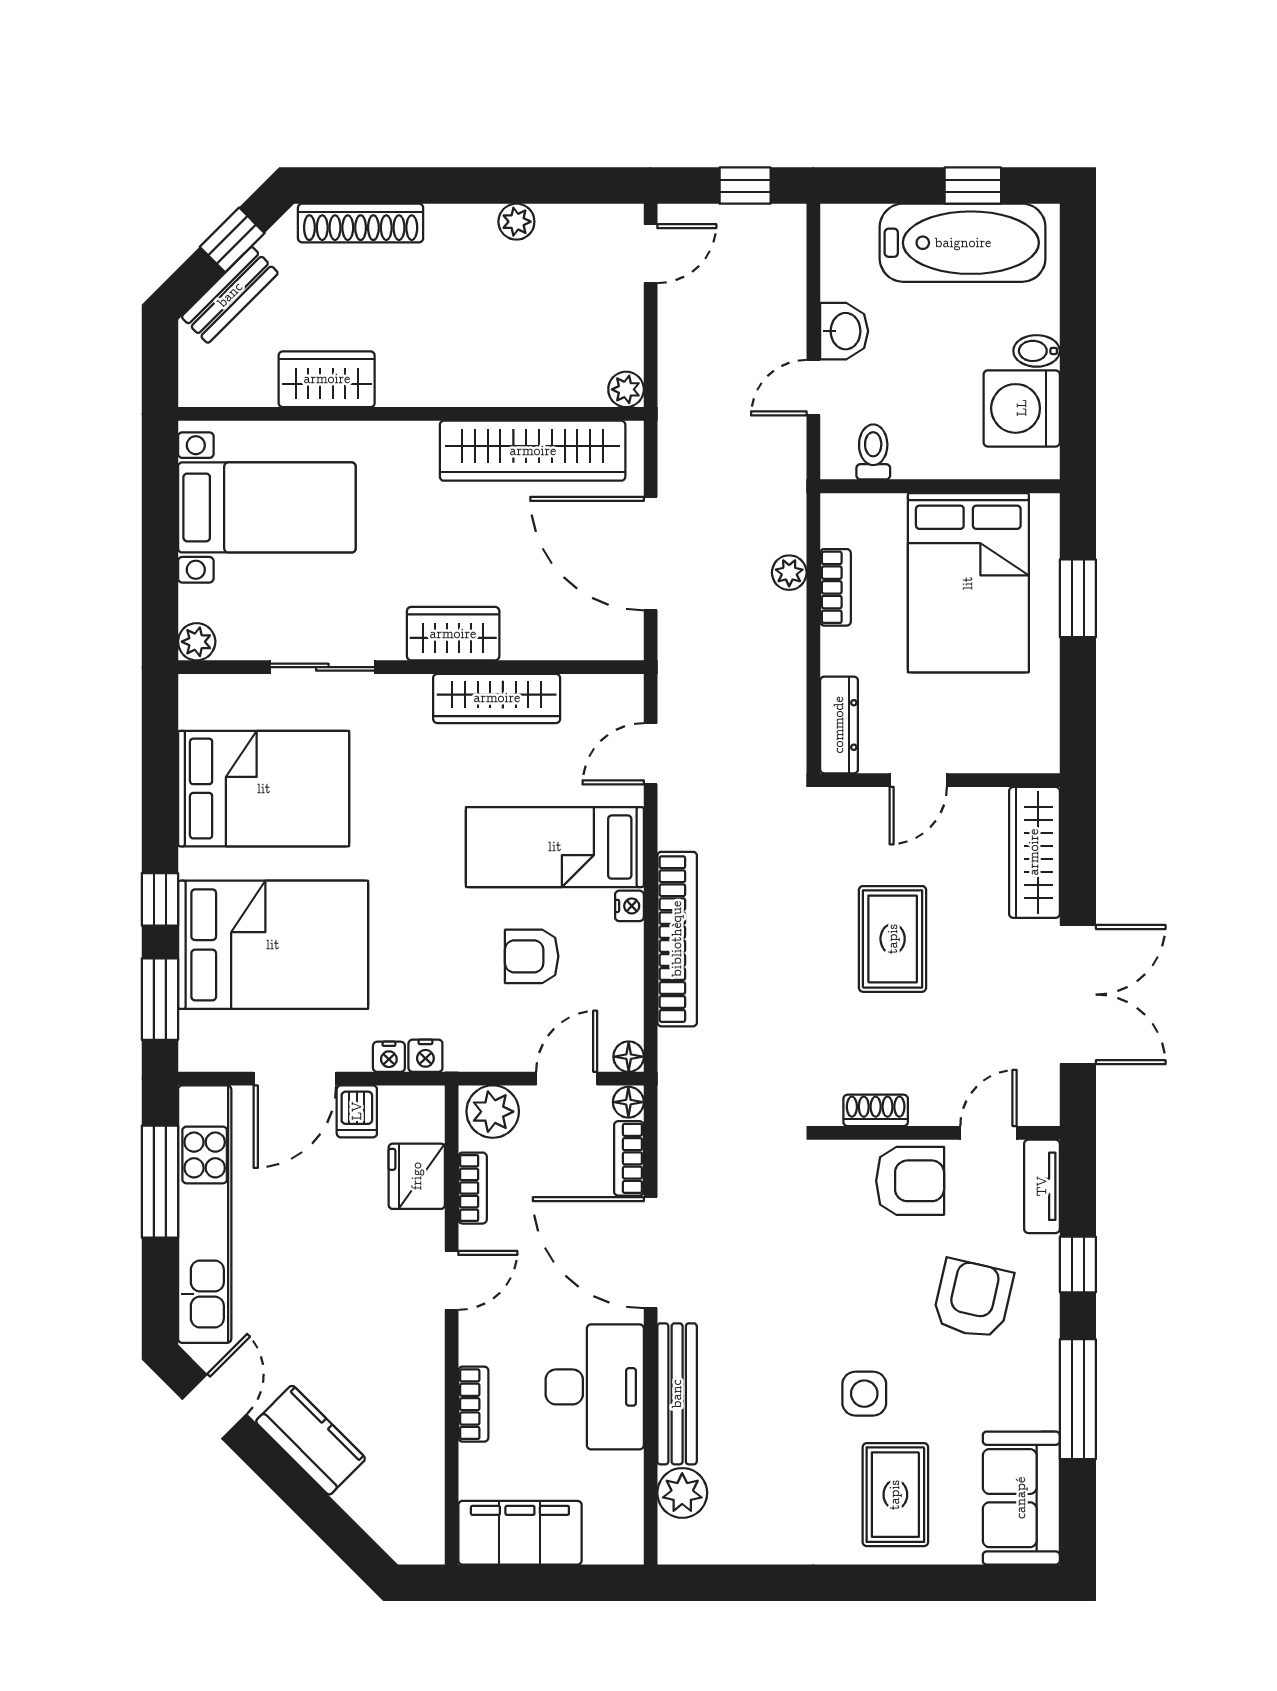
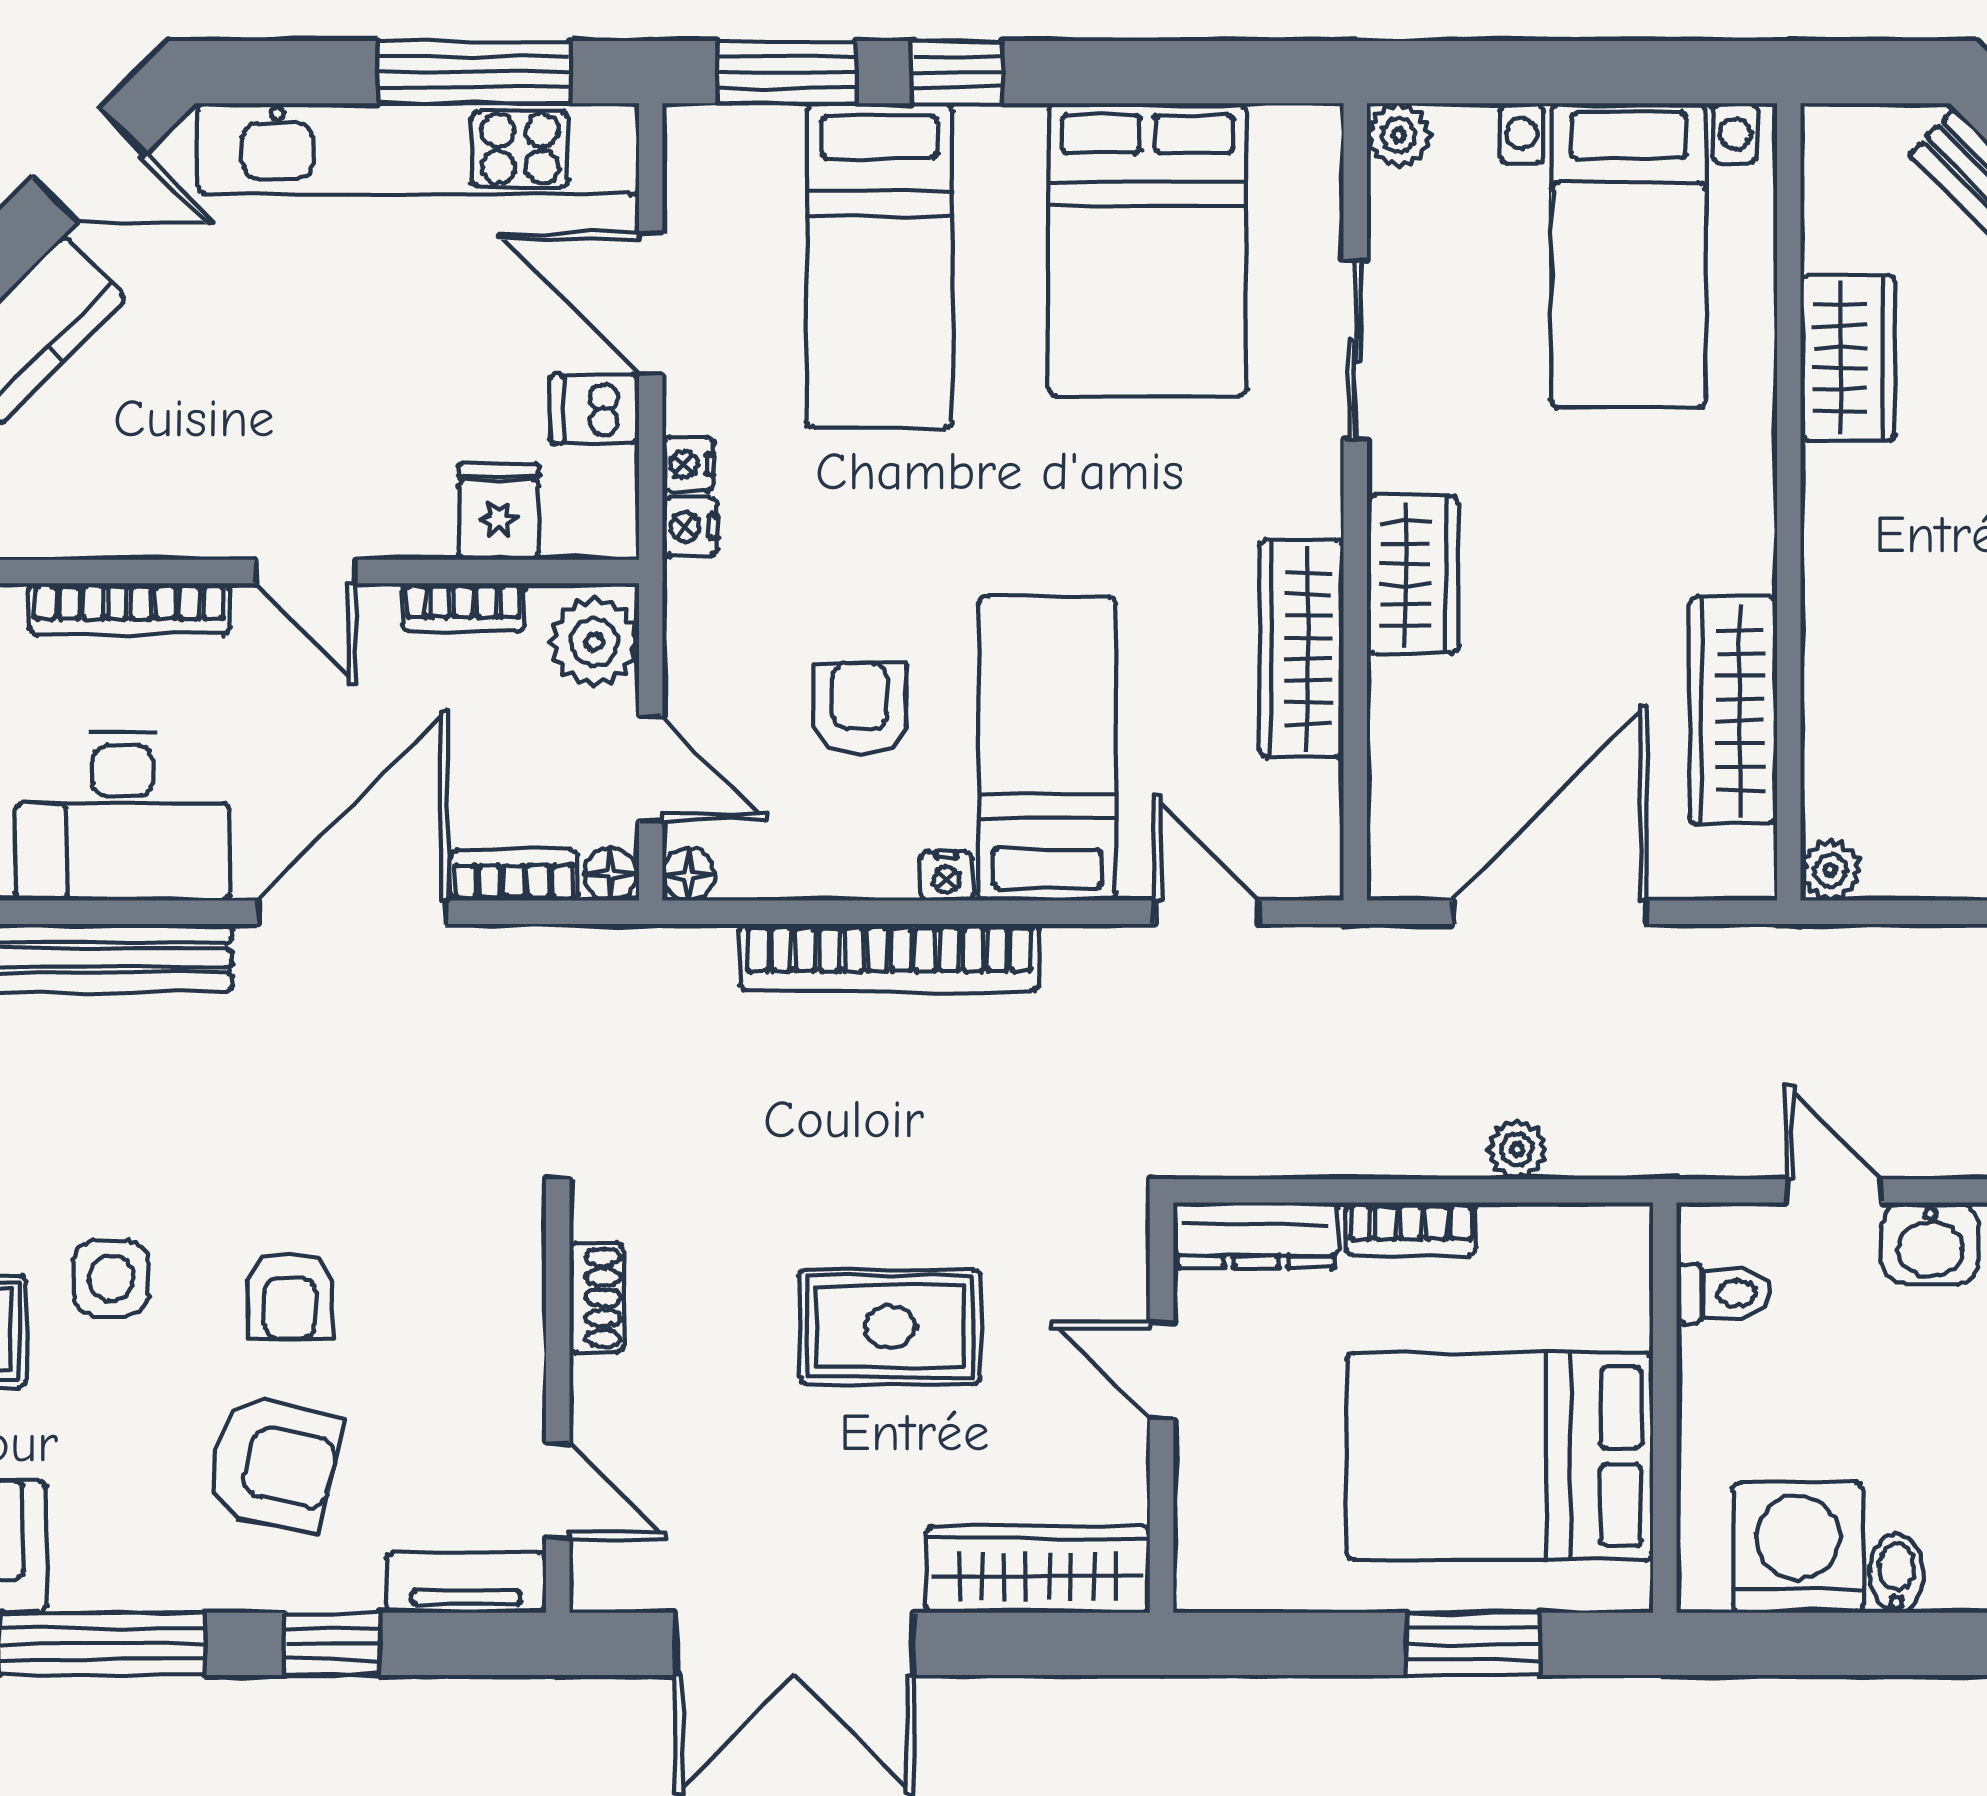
wardrobe: (533, 451) -> (1733, 710), width x0.71, depth x0.85
bookcase: (835, 587) -> (1411, 1229), moved
bed: (273, 945) -> (880, 266), width x0.67
fridge: (417, 1176) -> (499, 512), width x0.72
armchair: (910, 1181) -> (290, 1297), moved, width x0.72, depth x0.72
bookcase: (473, 1404) -> (129, 609), width x1.56

